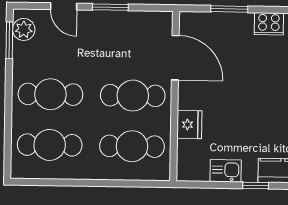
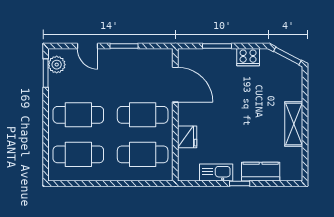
kitchen sink: (226, 171) -> (216, 173), width x1.38

